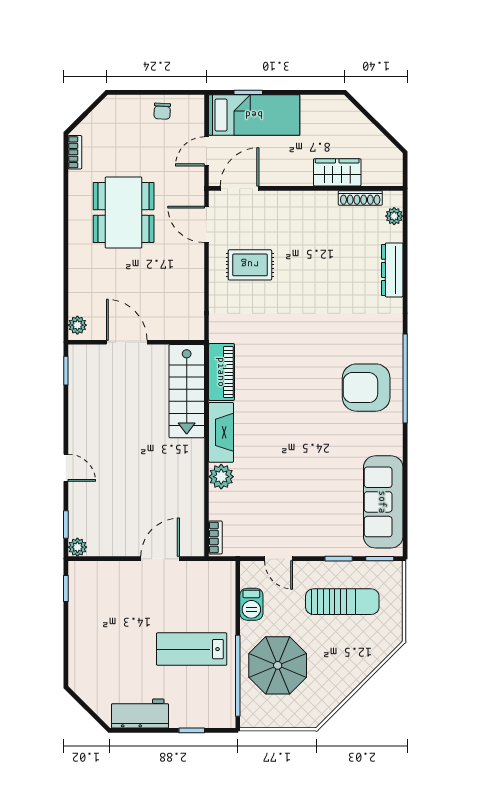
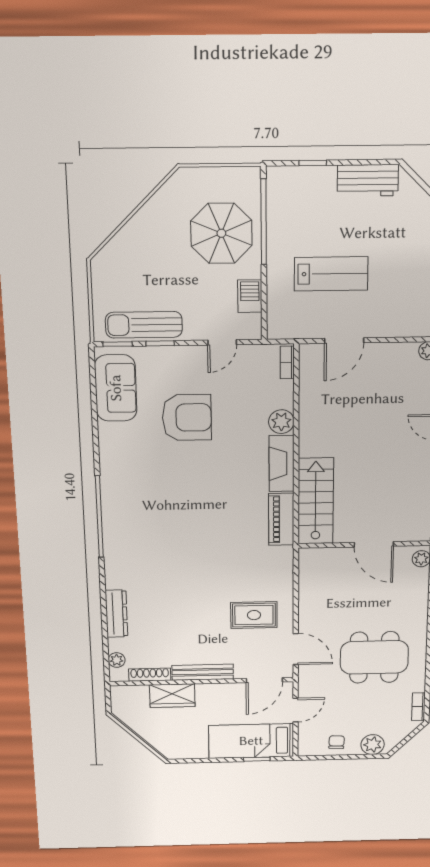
plant: (123, 107) -> (373, 745), added
bench: (305, 200) -> (203, 672), added
dining table: (124, 213) -> (374, 657), turned 90
armchair: (366, 388) -> (187, 417), moved
sofa: (383, 502) -> (116, 388), width x0.73
door: (279, 559) -> (222, 342), swing flipped
sun lounger: (342, 602) -> (144, 325), moved
lab bench: (192, 649) -> (331, 274), moved

